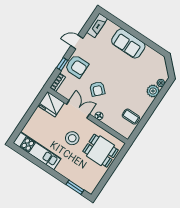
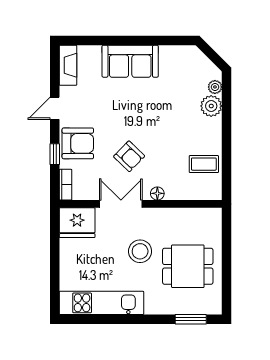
dining table: (101, 151) -> (188, 266), moved

